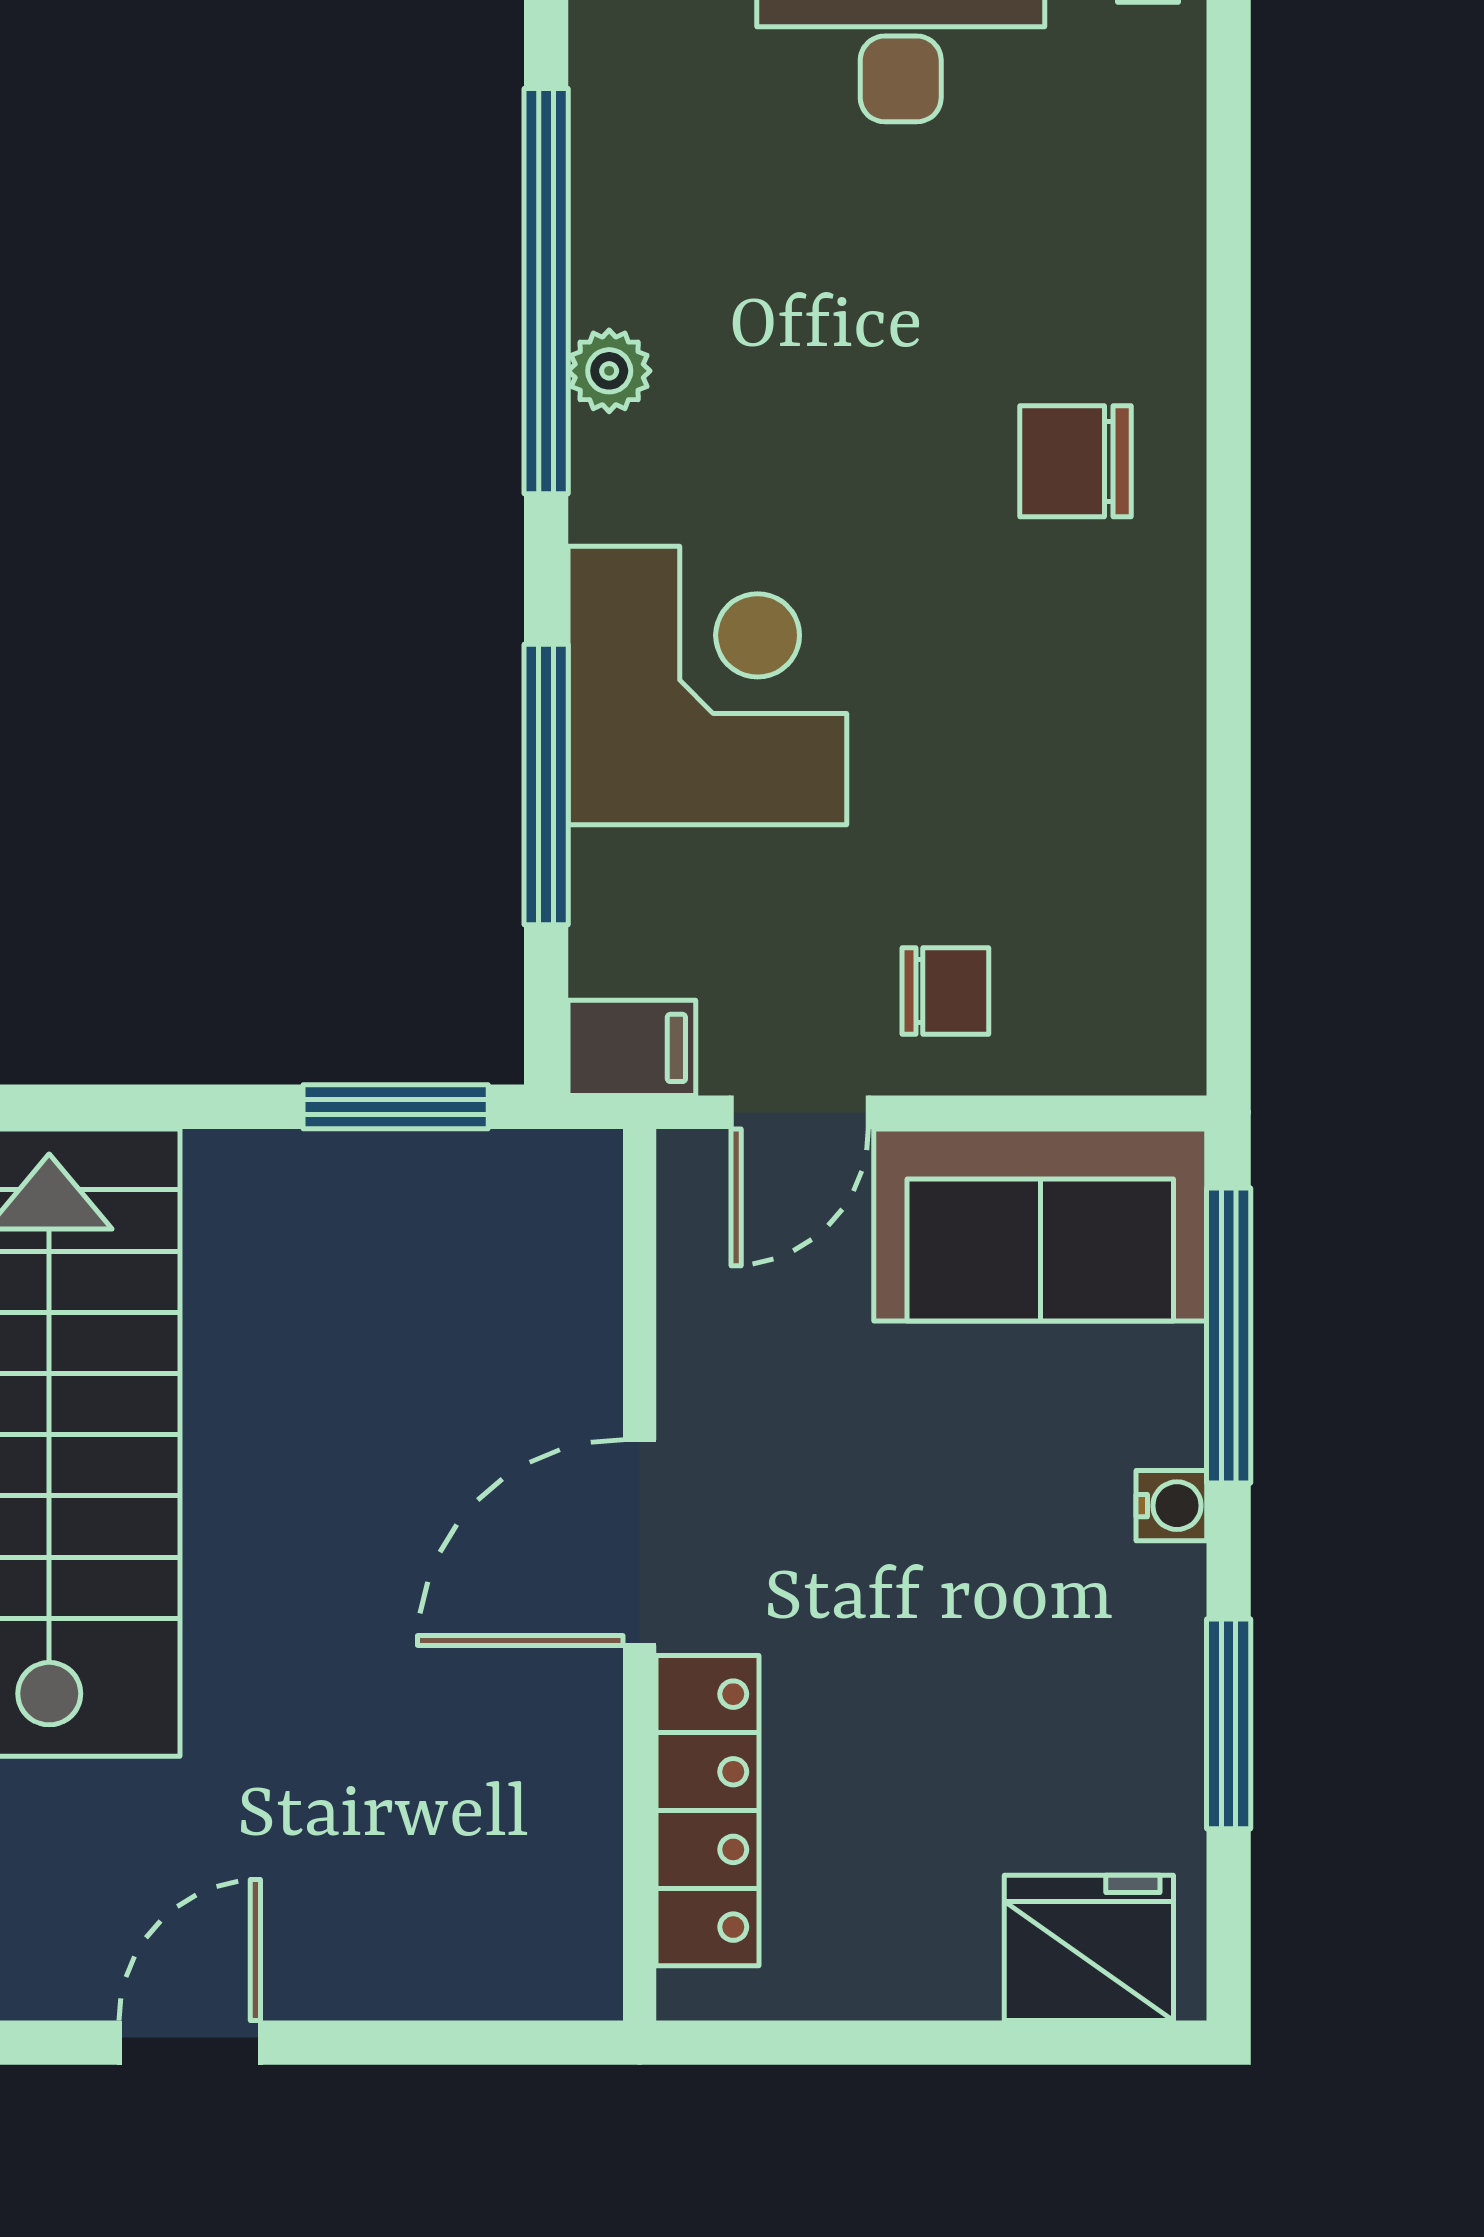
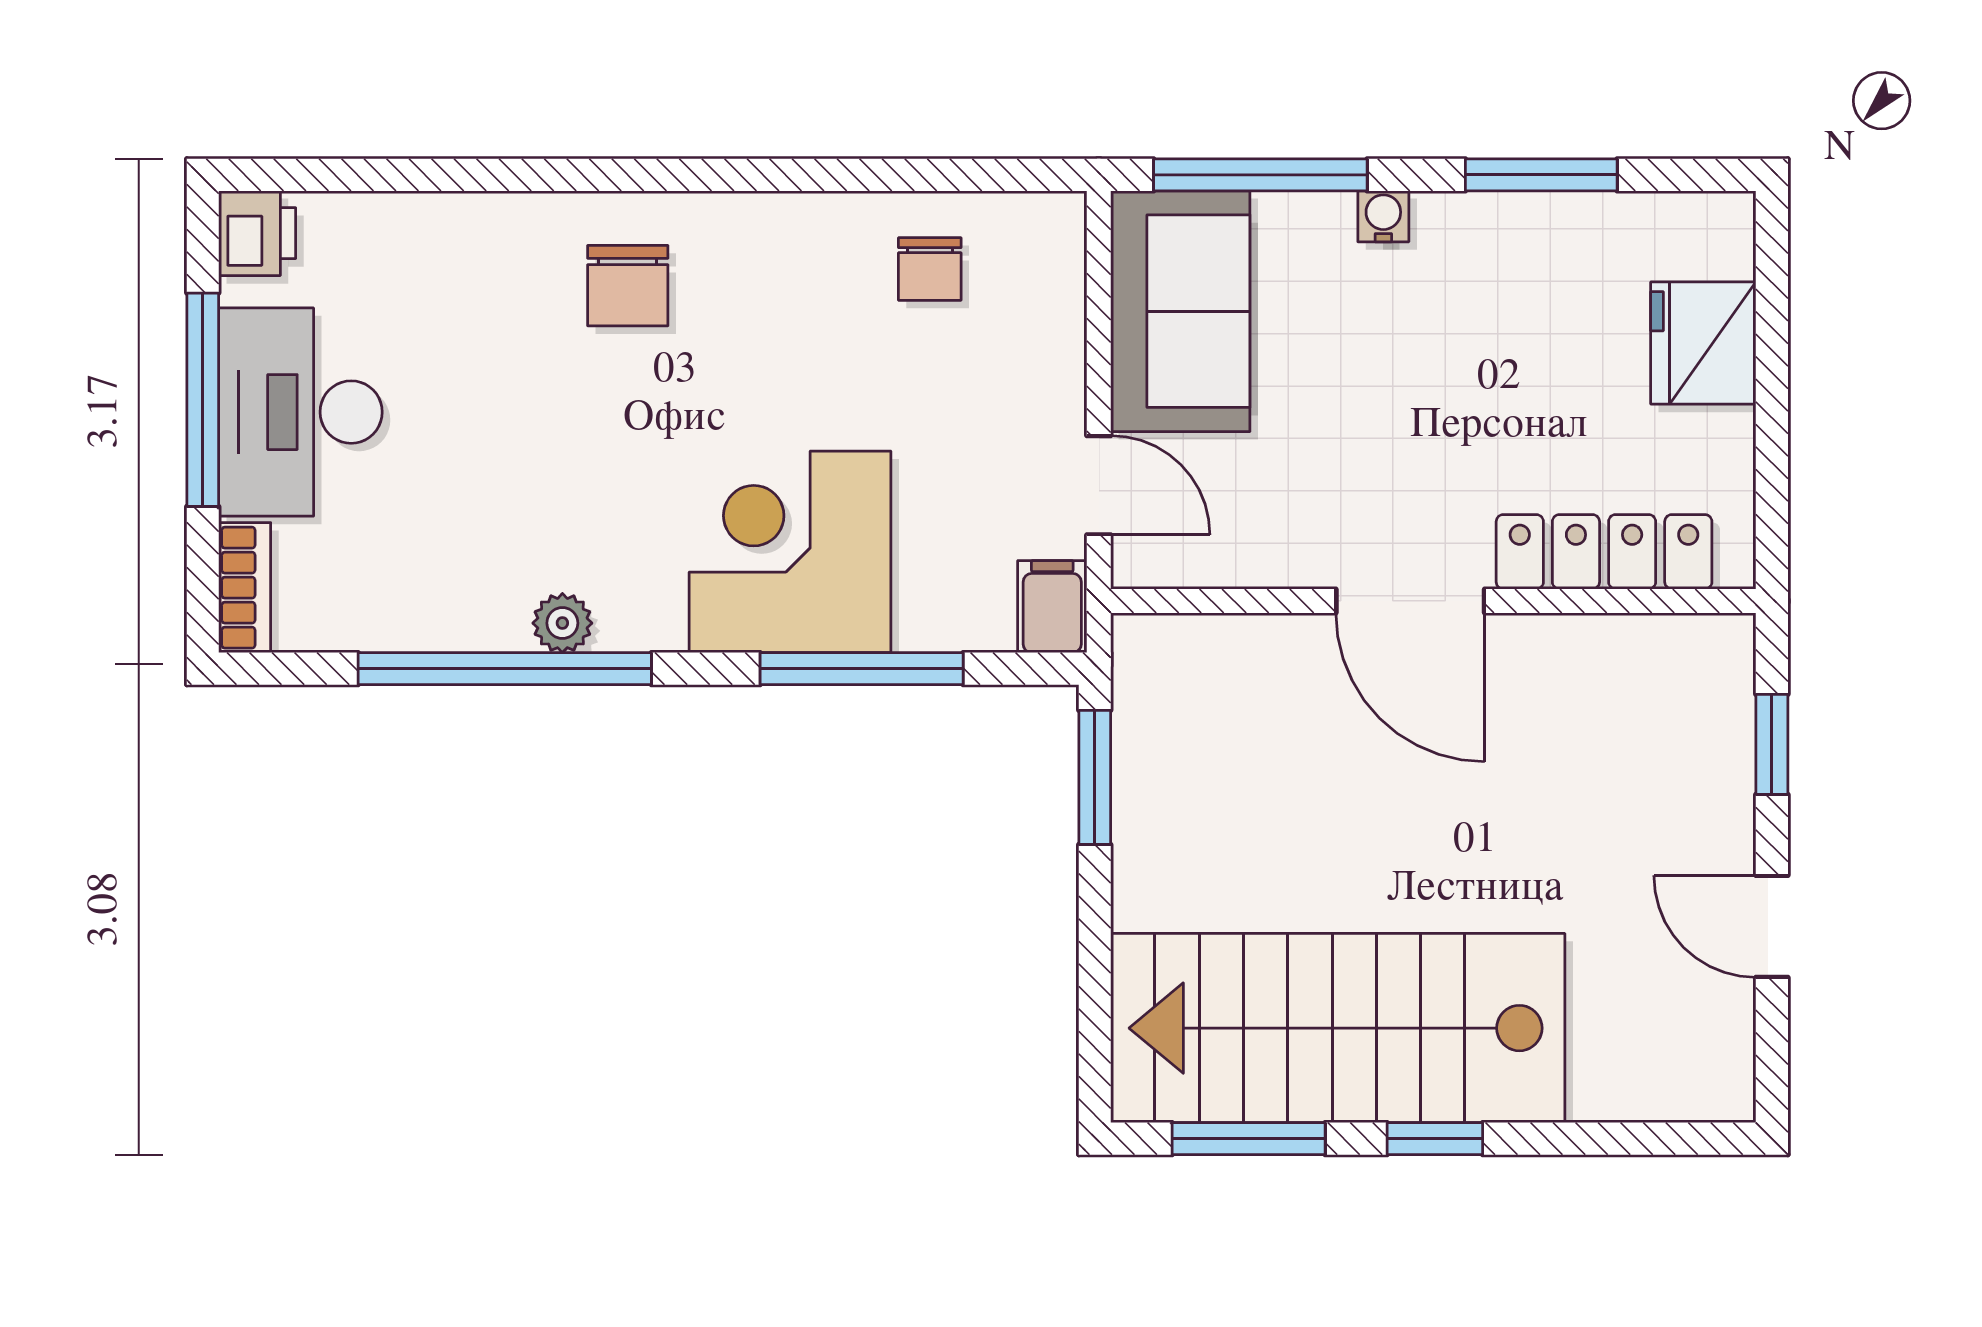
chair: (945, 991) -> (930, 269), moved, turned 180
fridge: (1089, 1948) -> (1703, 343), moved
window: (441, 2043) -> (1772, 744), added

